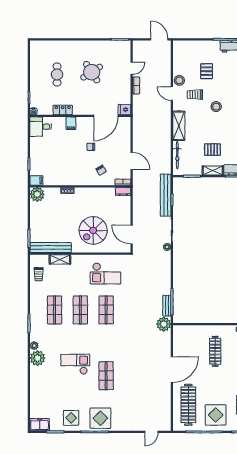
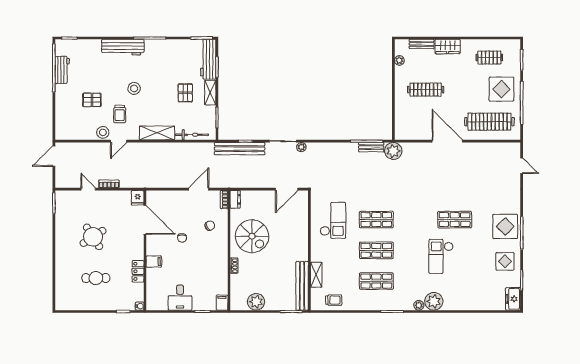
desk: (41, 127) -> (180, 298), moved
plant: (37, 194) -> (256, 302), moved
spiral stairs: (93, 230) -> (252, 236), moved

